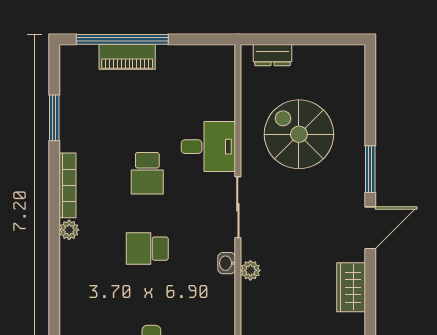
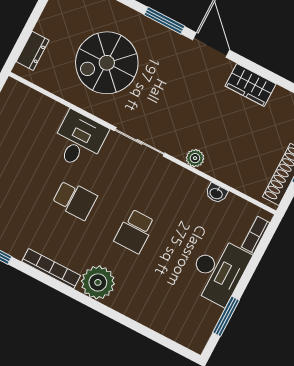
plant: (69, 230) -> (98, 282), width x1.88, depth x1.88
washbasin: (227, 263) -> (216, 193), moved

